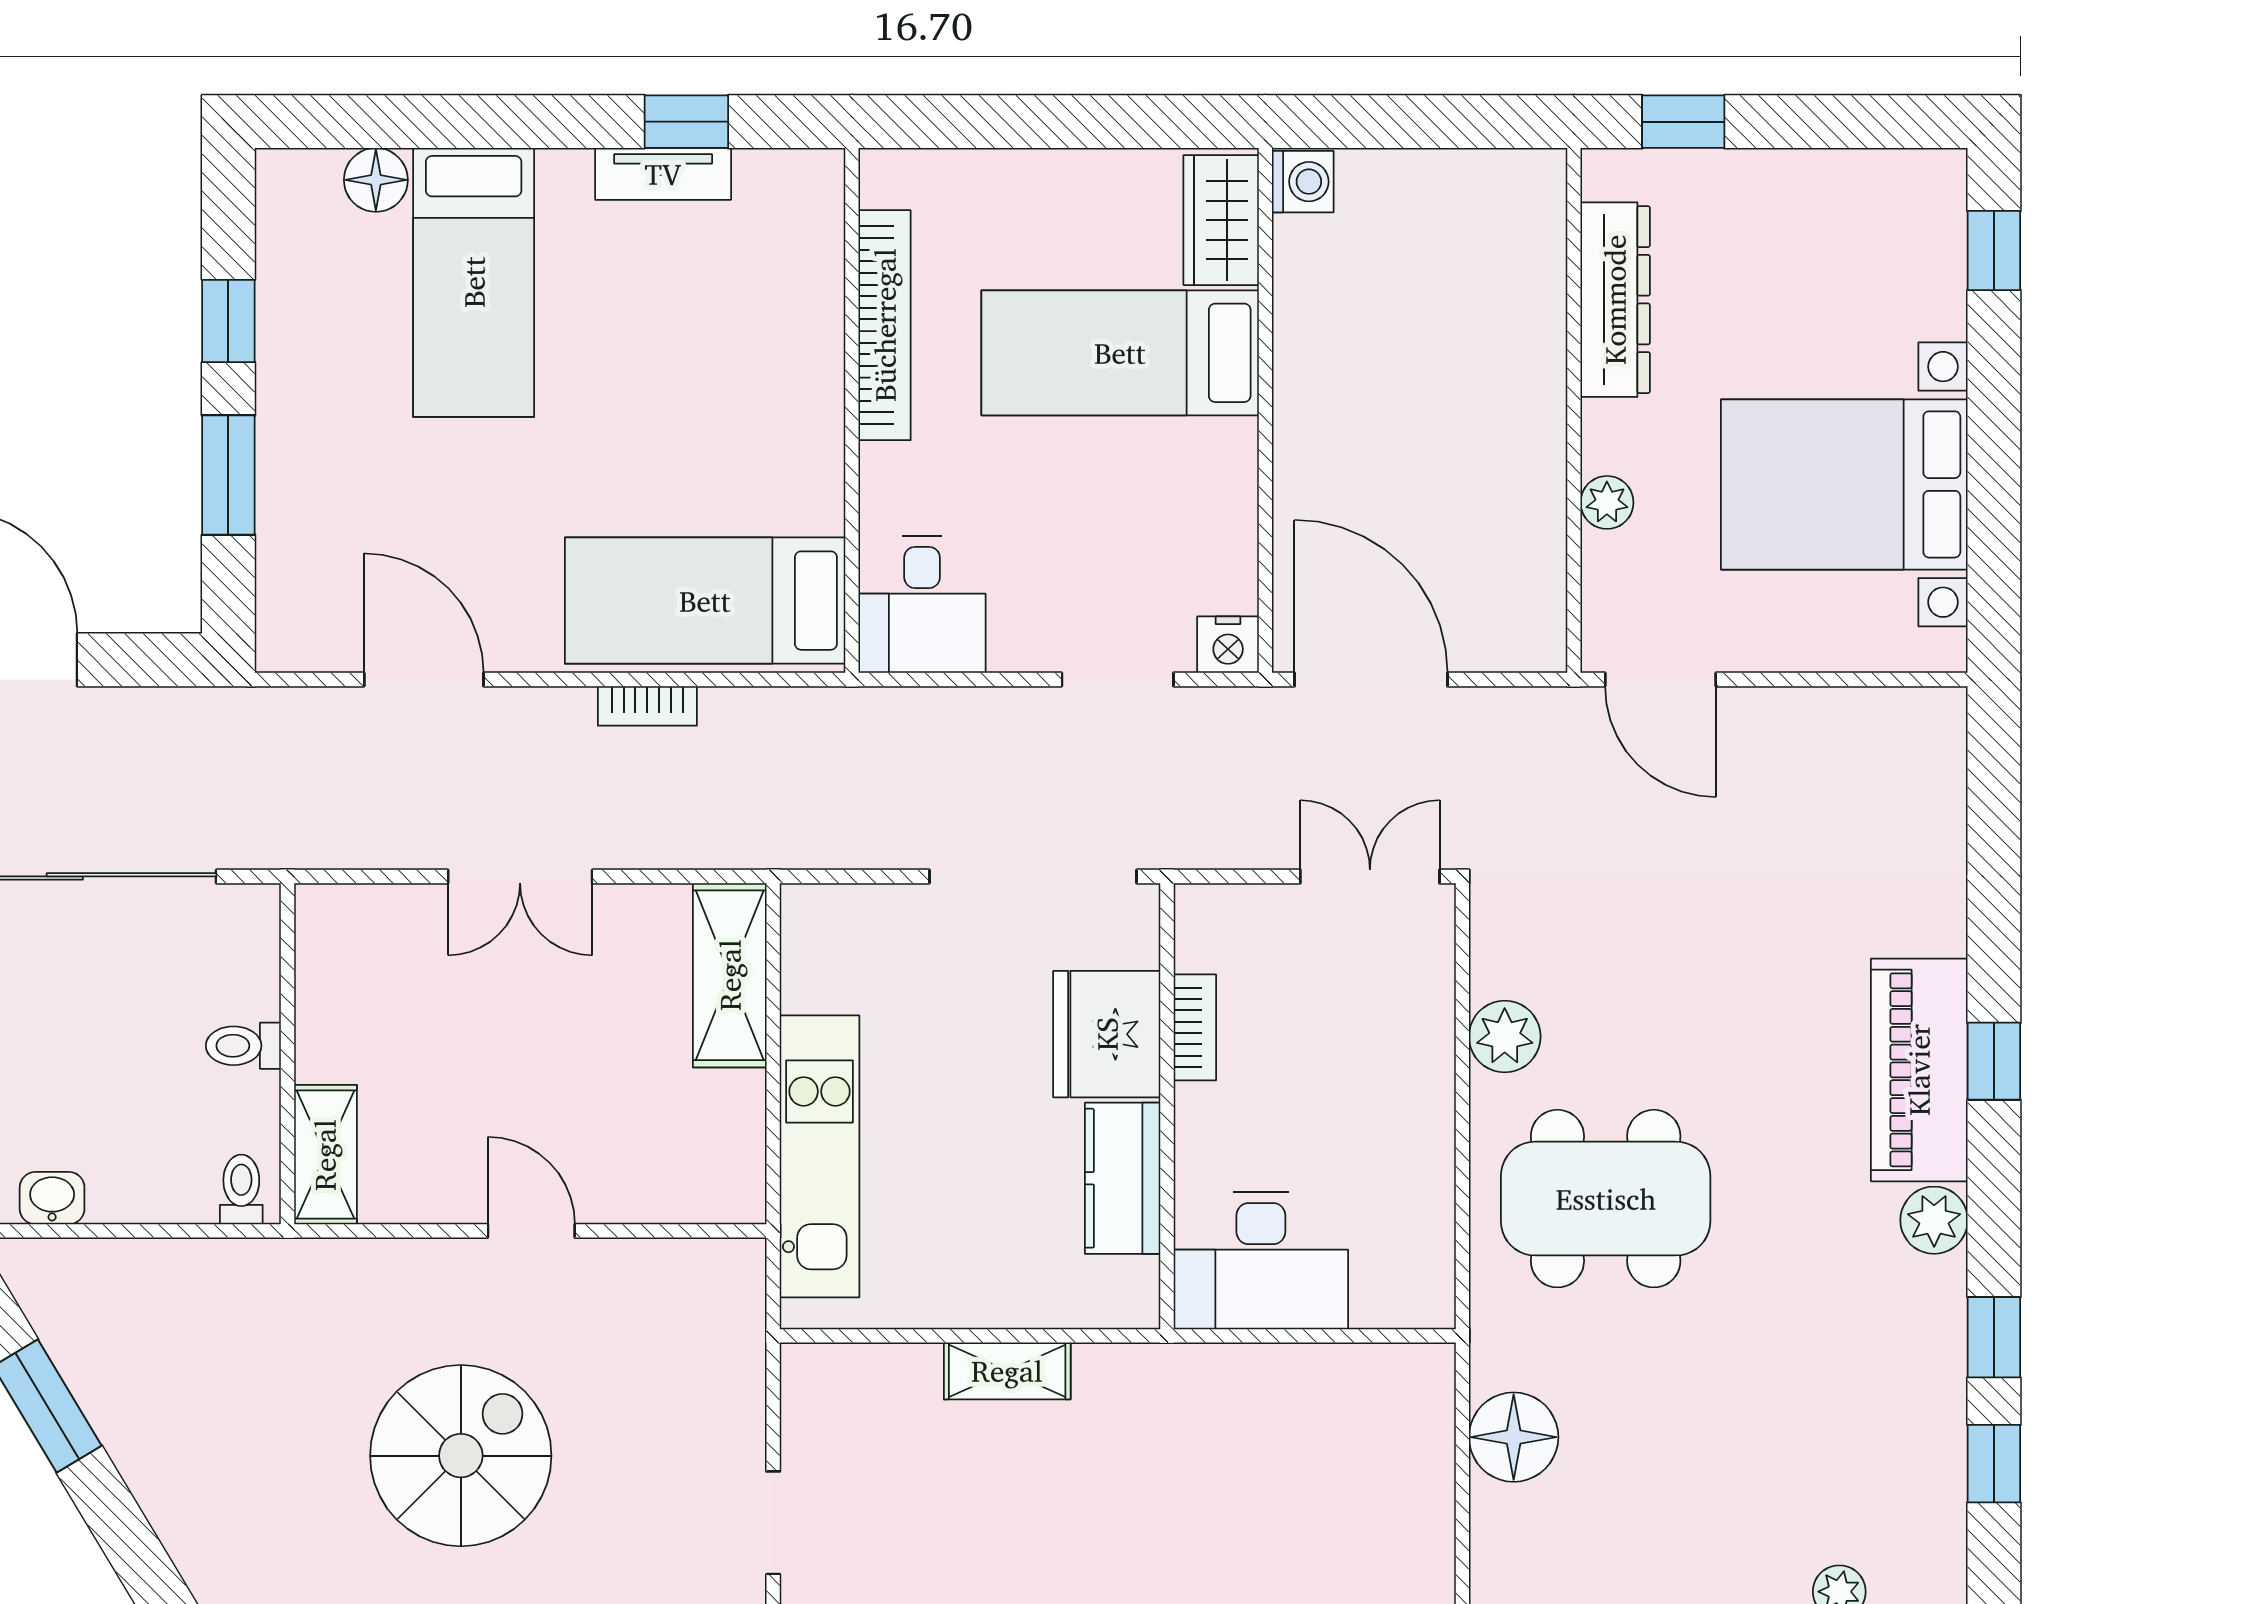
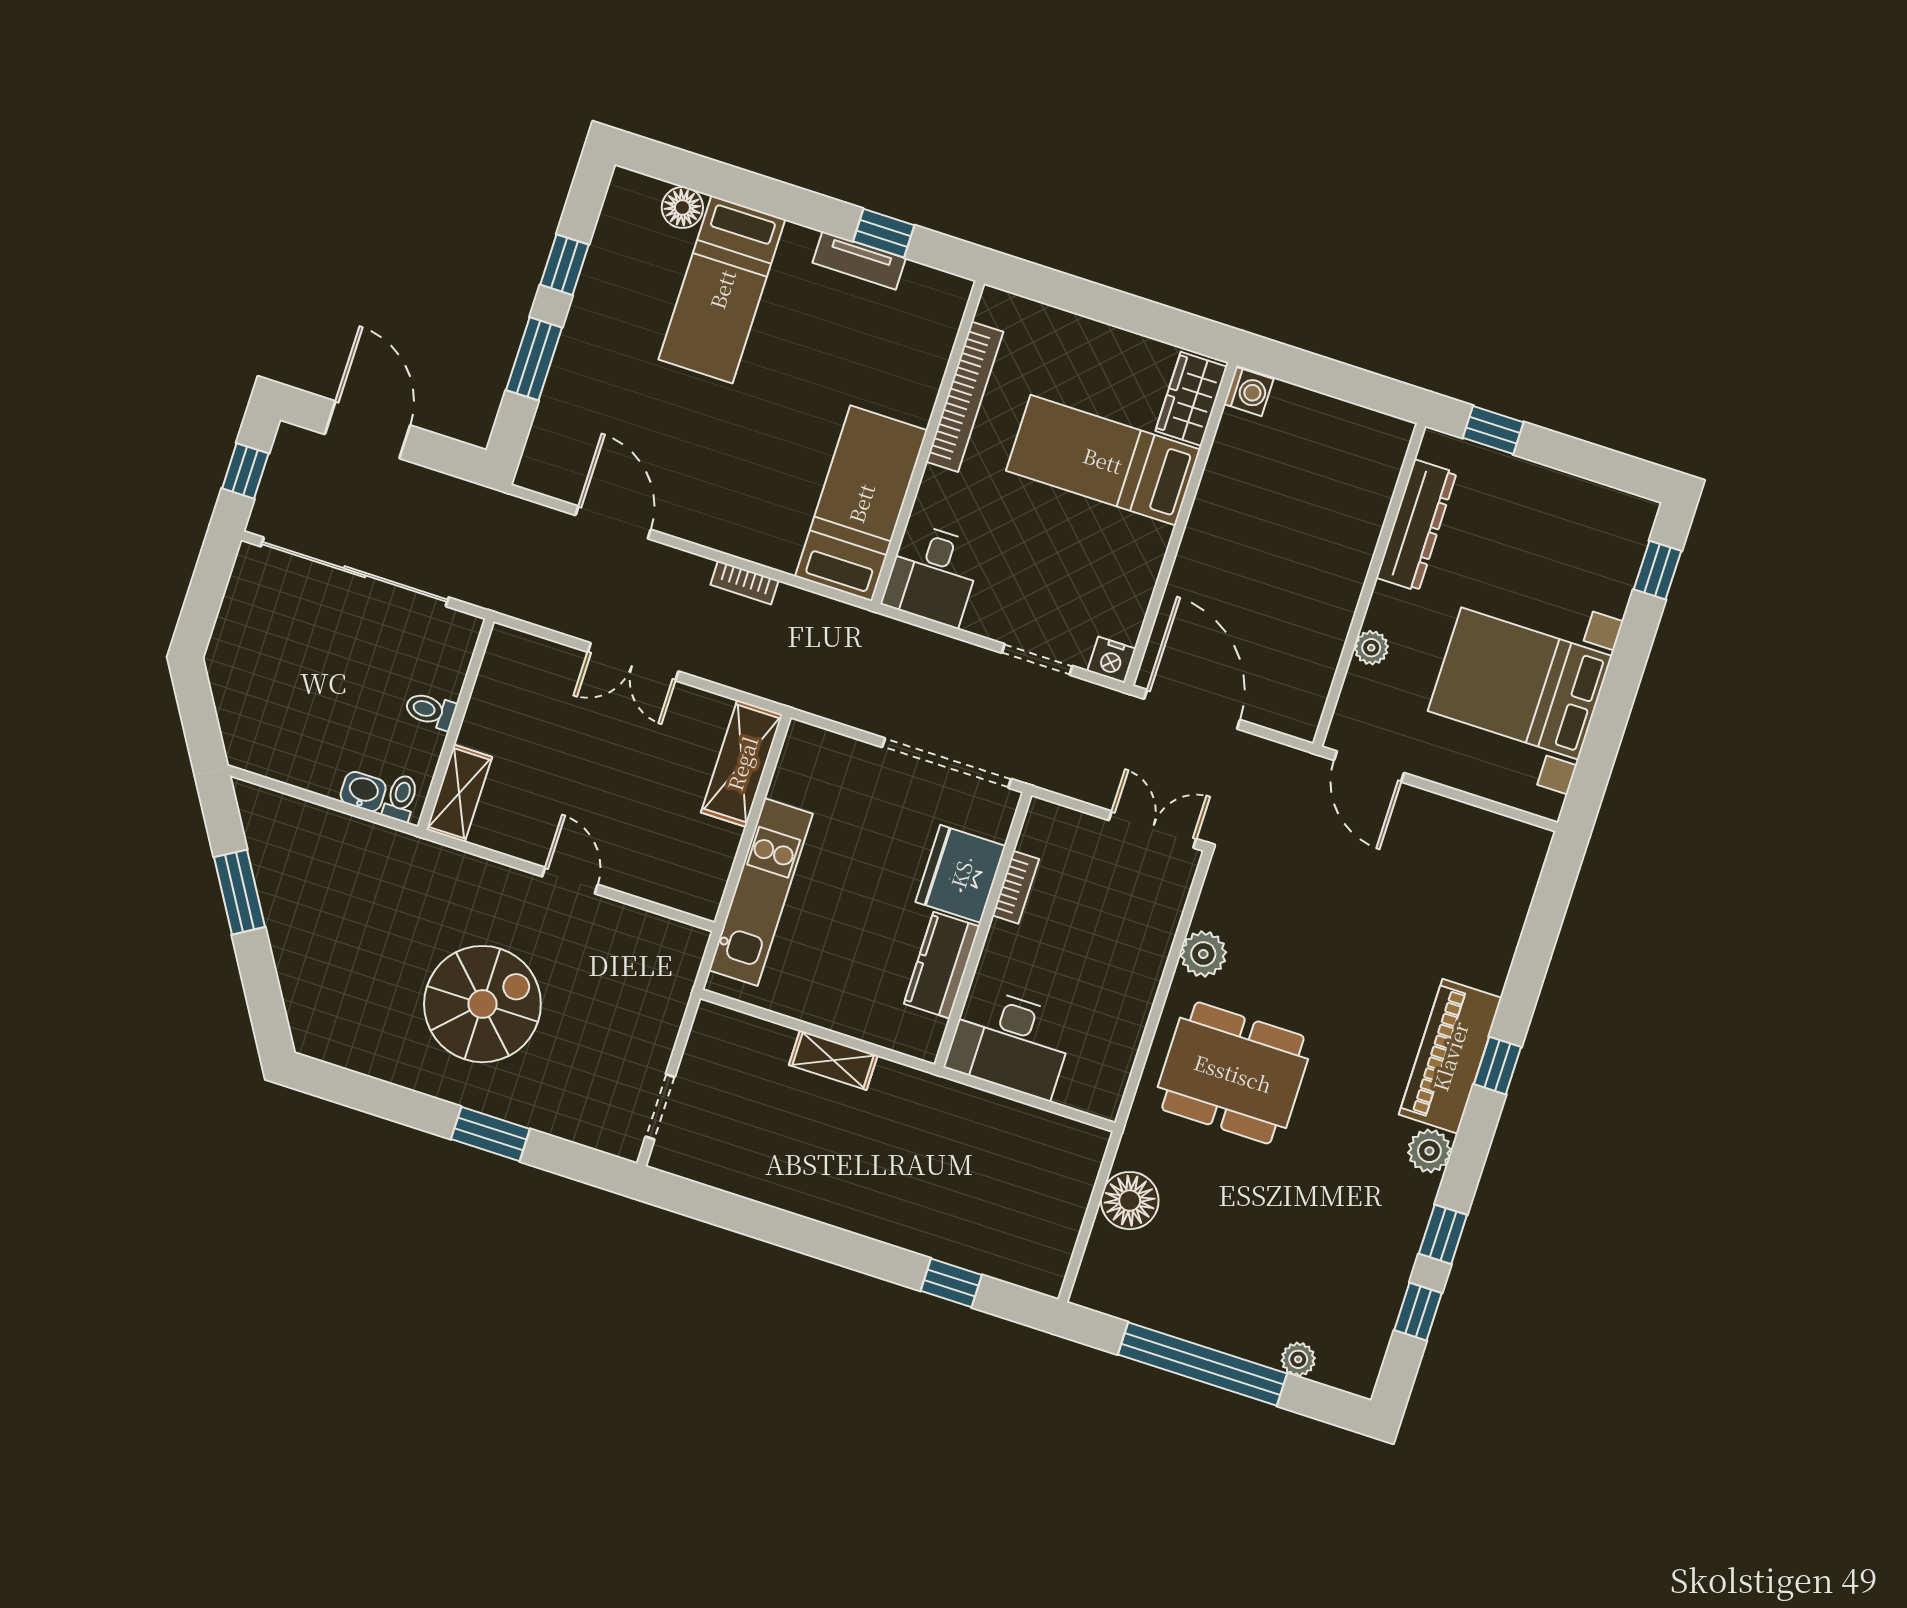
bed: (705, 601) -> (861, 503), moved, turned 90
washbasin: (52, 1198) -> (363, 792), moved

